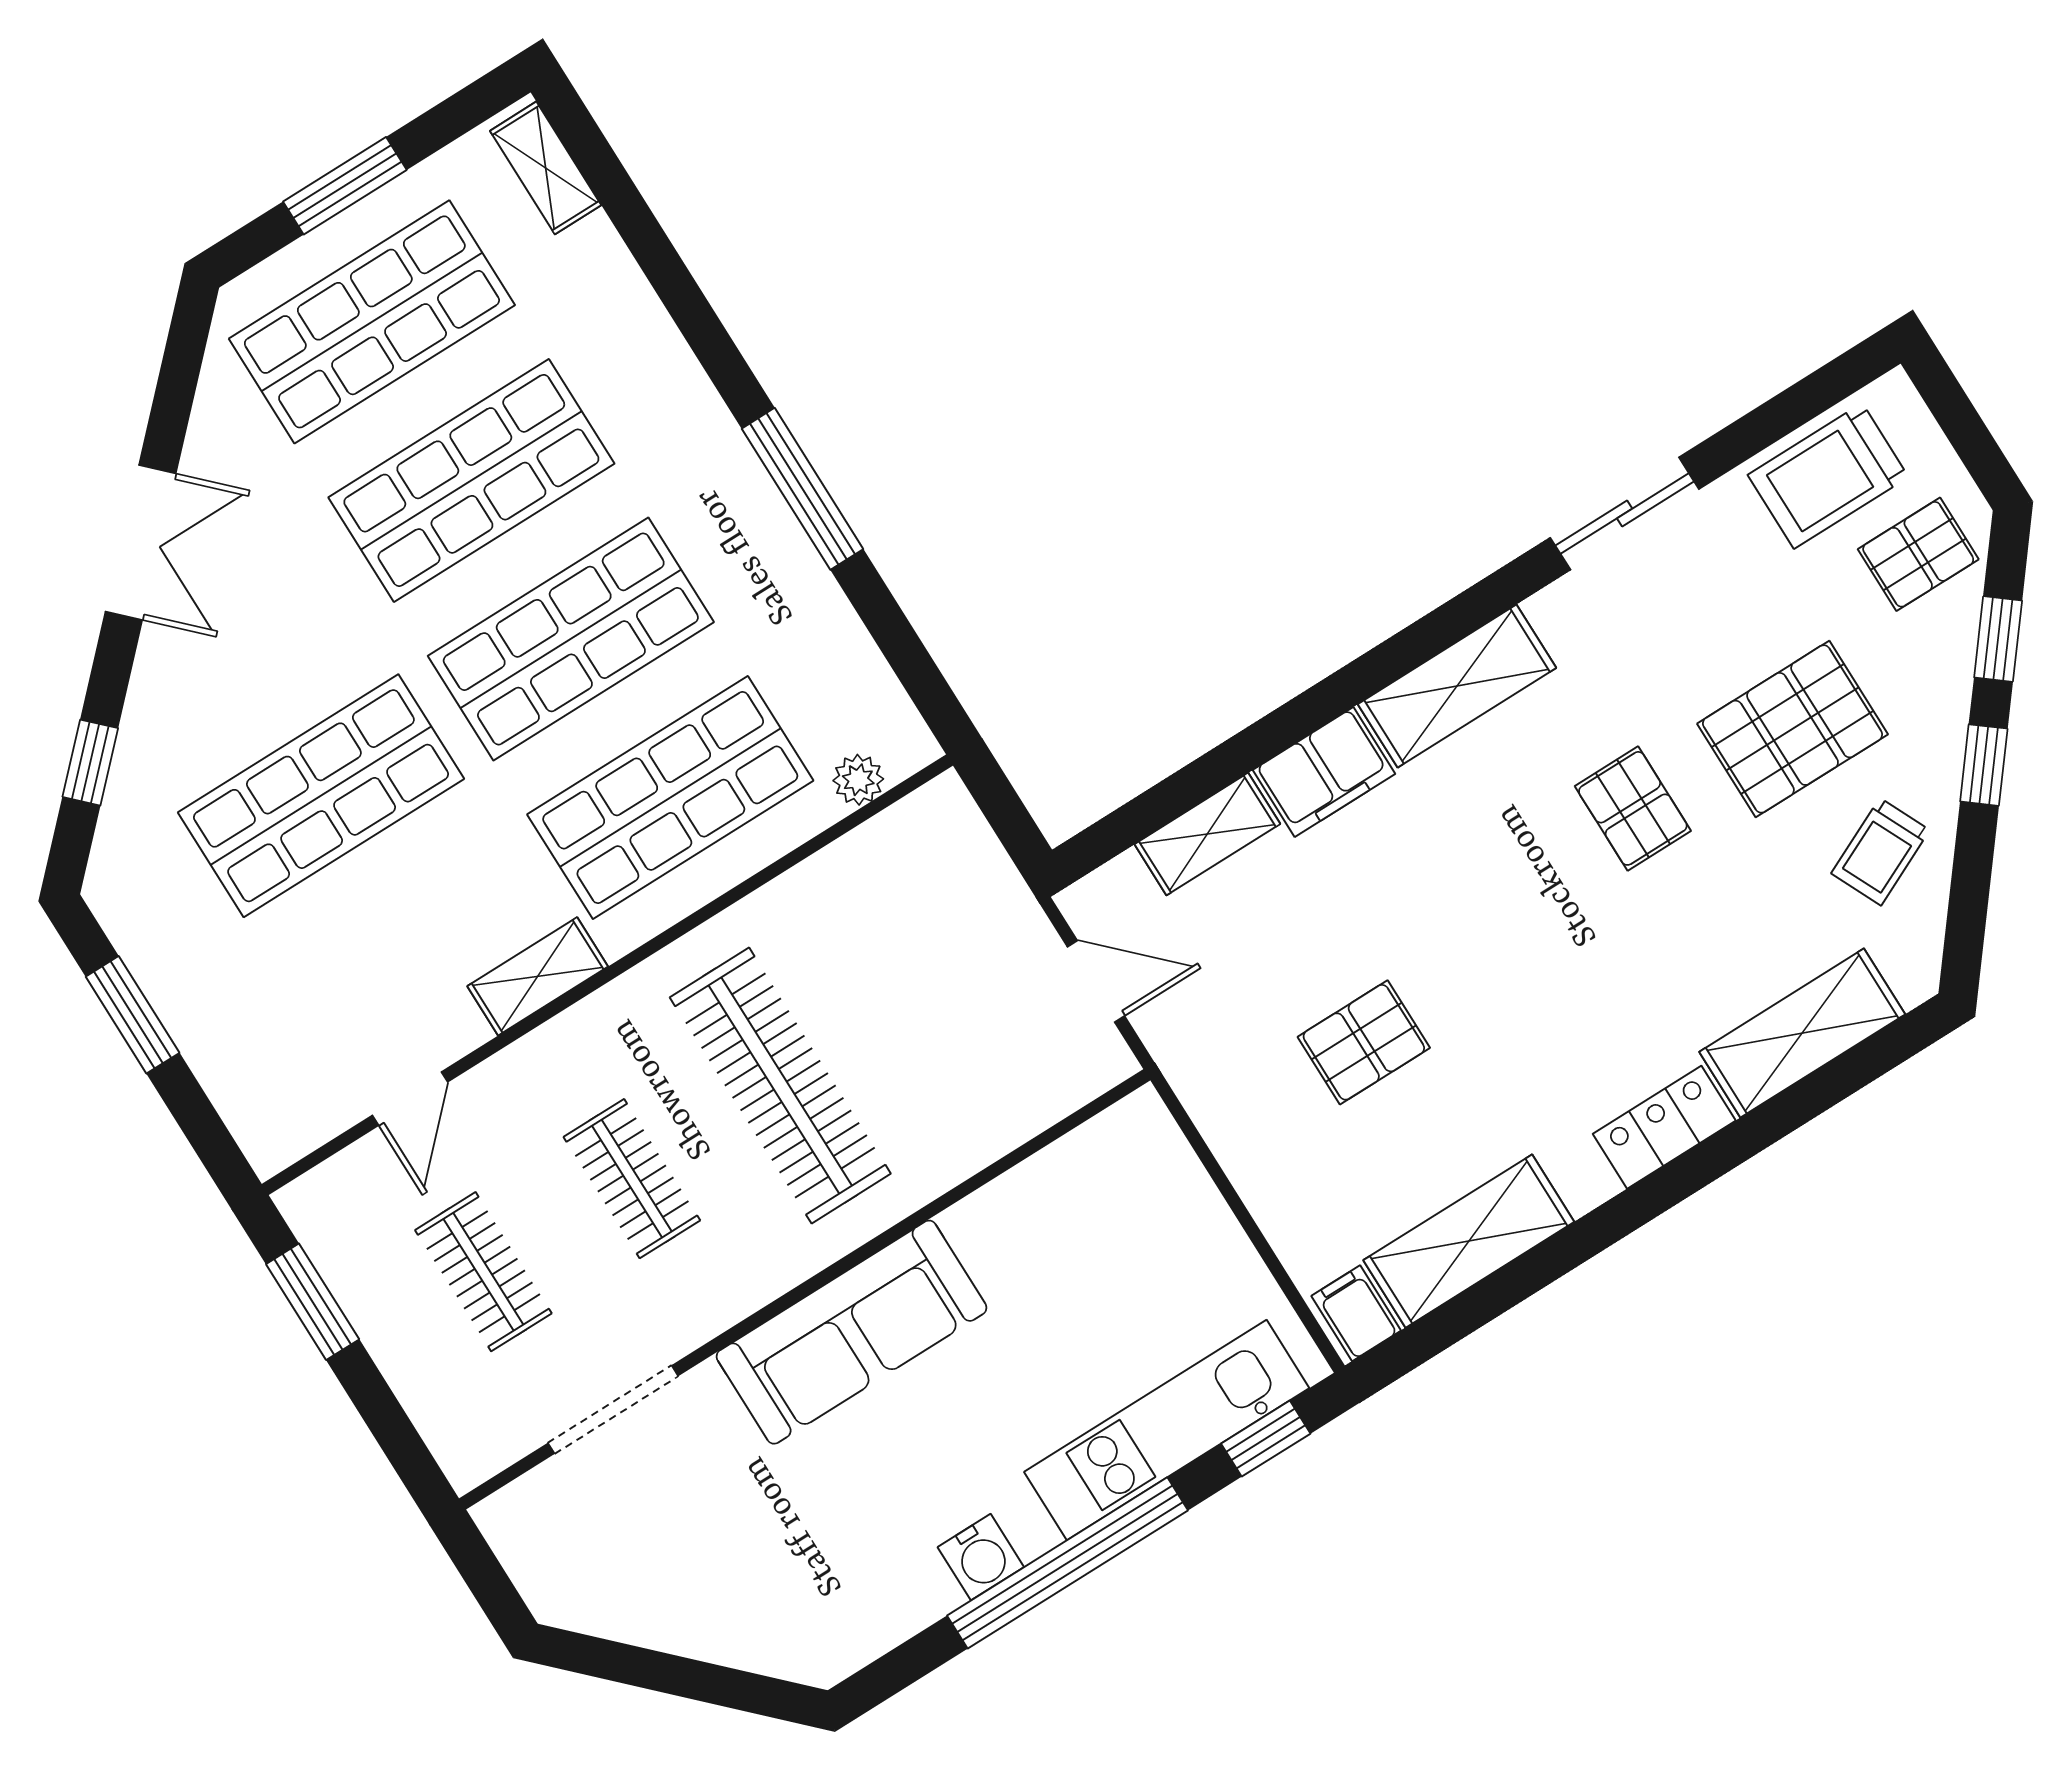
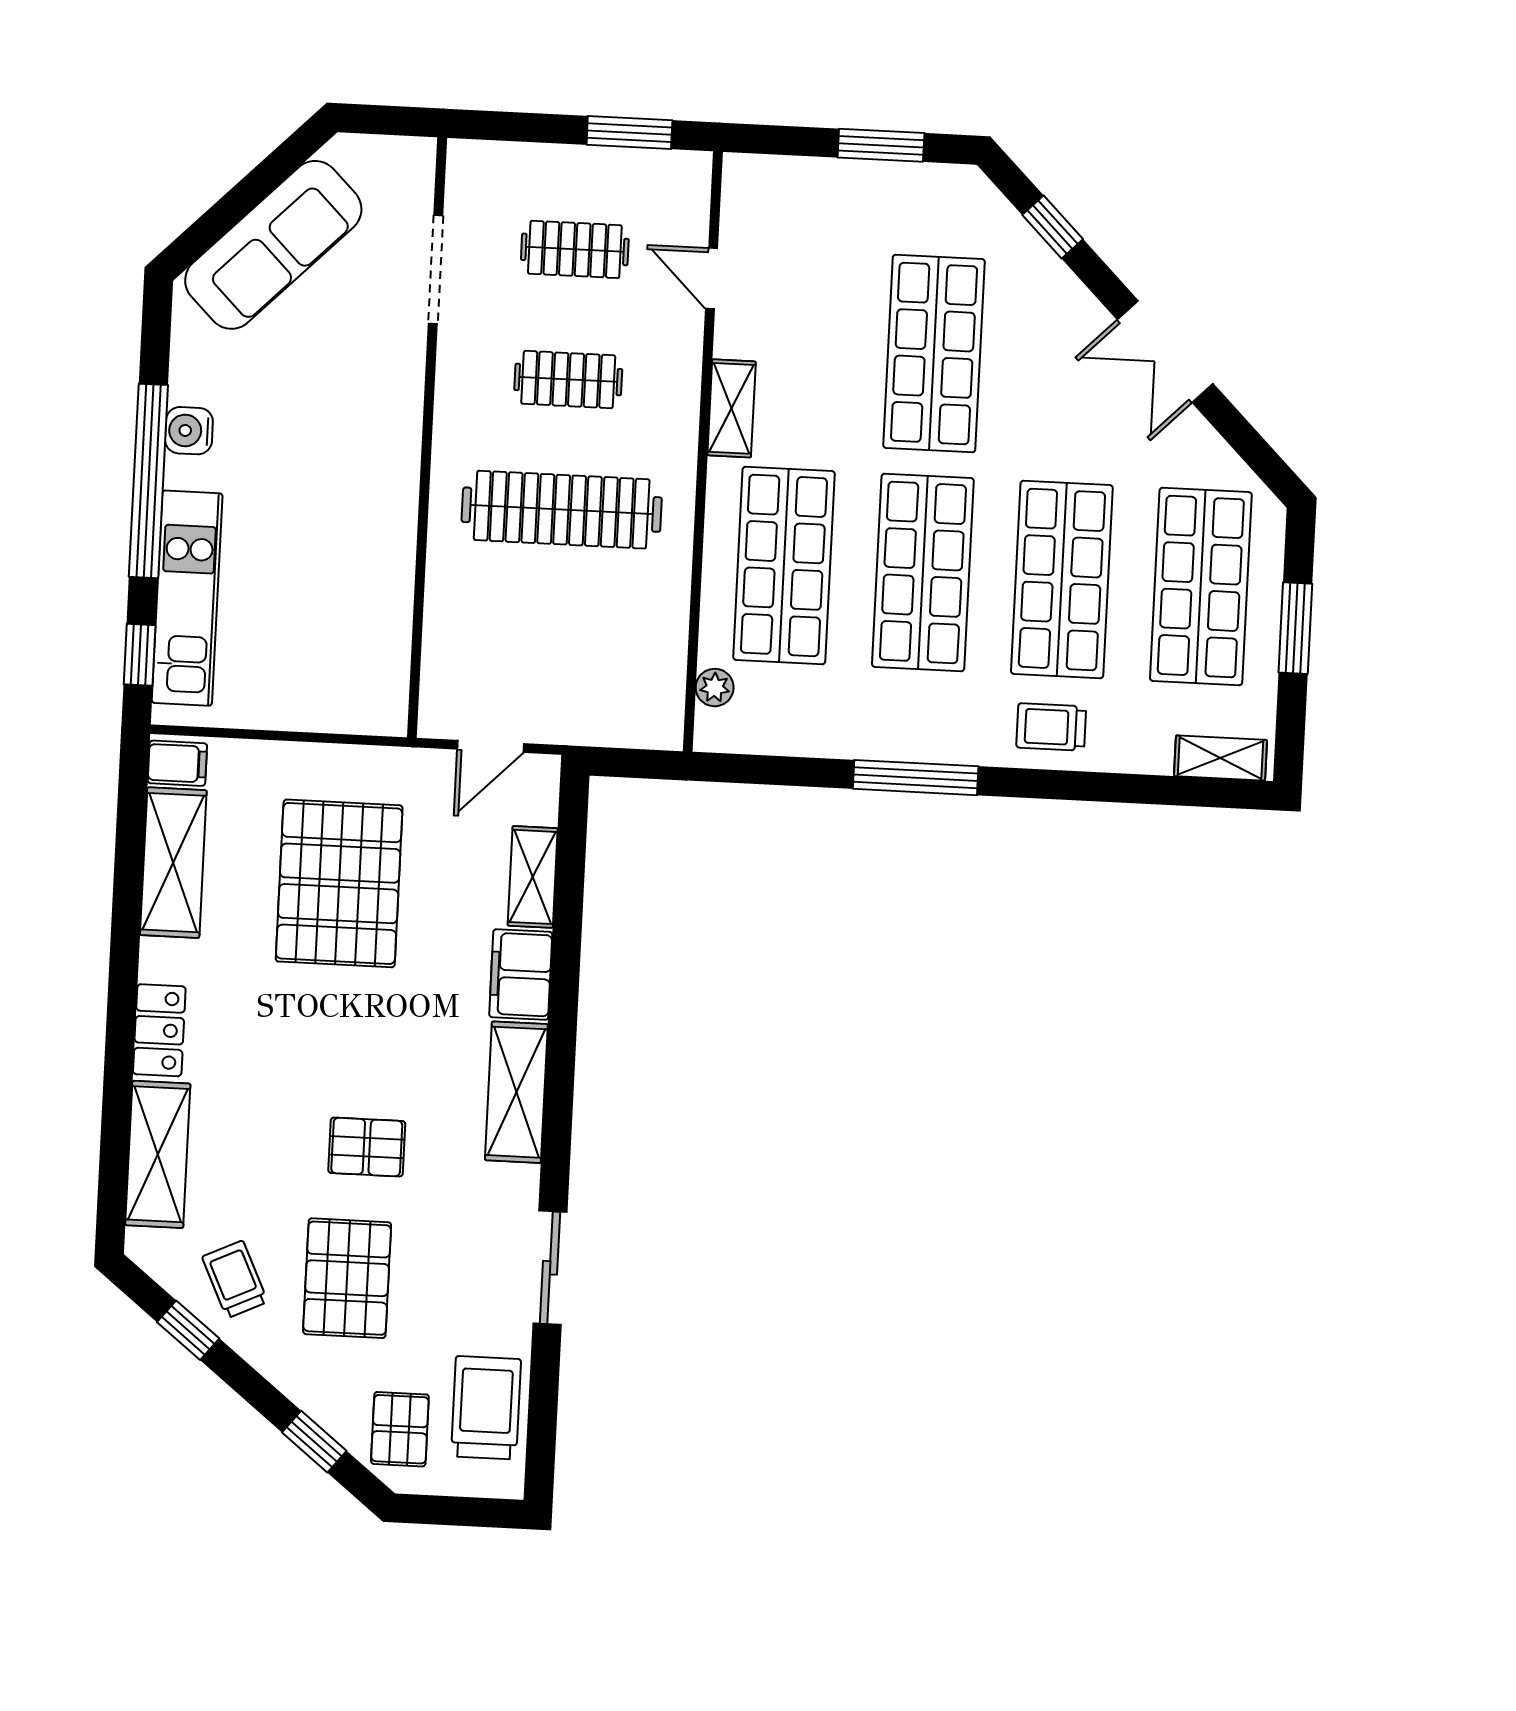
trolley: (642, 378) -> (1051, 727), added
window: (1984, 765) -> (188, 1330), moved
pallet: (1364, 1042) -> (339, 883), width x2.05, depth x2.00
sofa: (852, 1332) -> (273, 245), moved, turned -135

